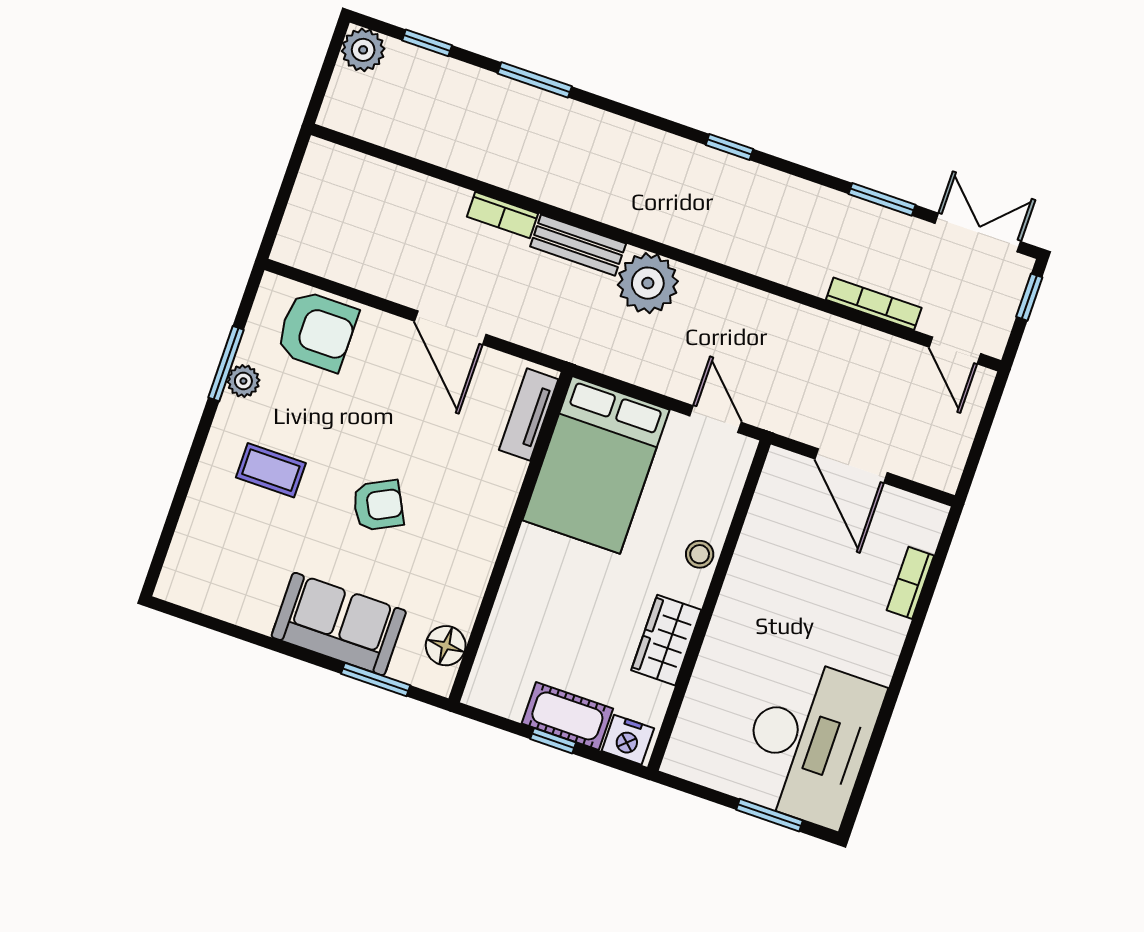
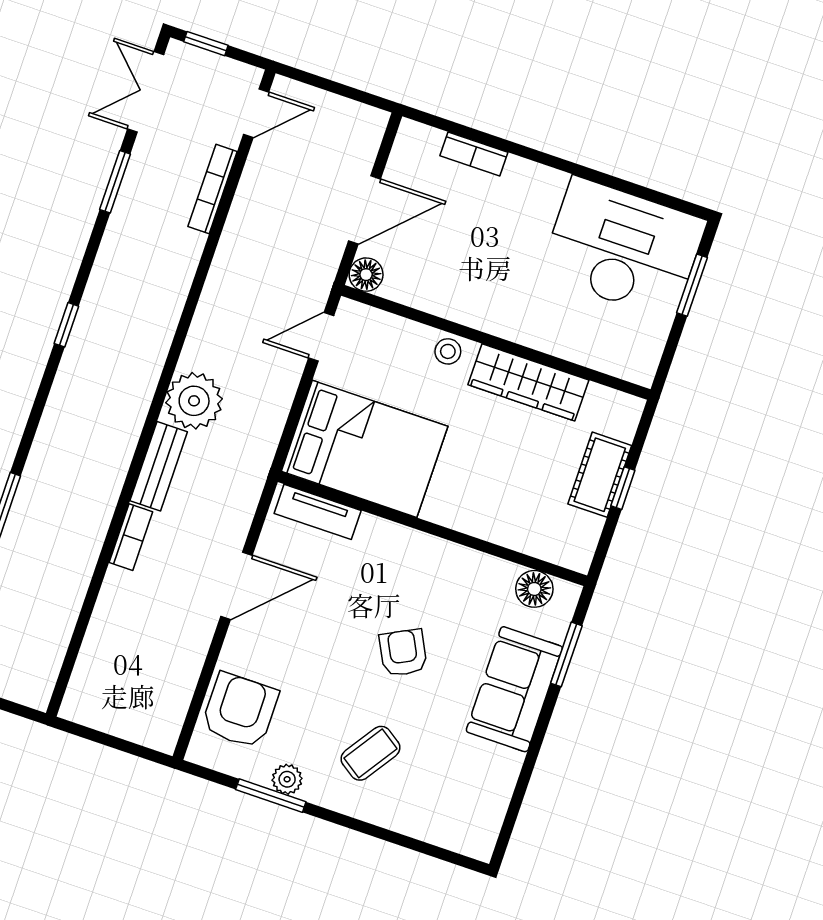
floor lamp: (782, 467) -> (366, 275), added
coffee table: (271, 470) -> (370, 753), turned 34
wardrobe: (666, 640) -> (528, 382), width x1.50
nightstand: (628, 740) -> (622, 418), removed

